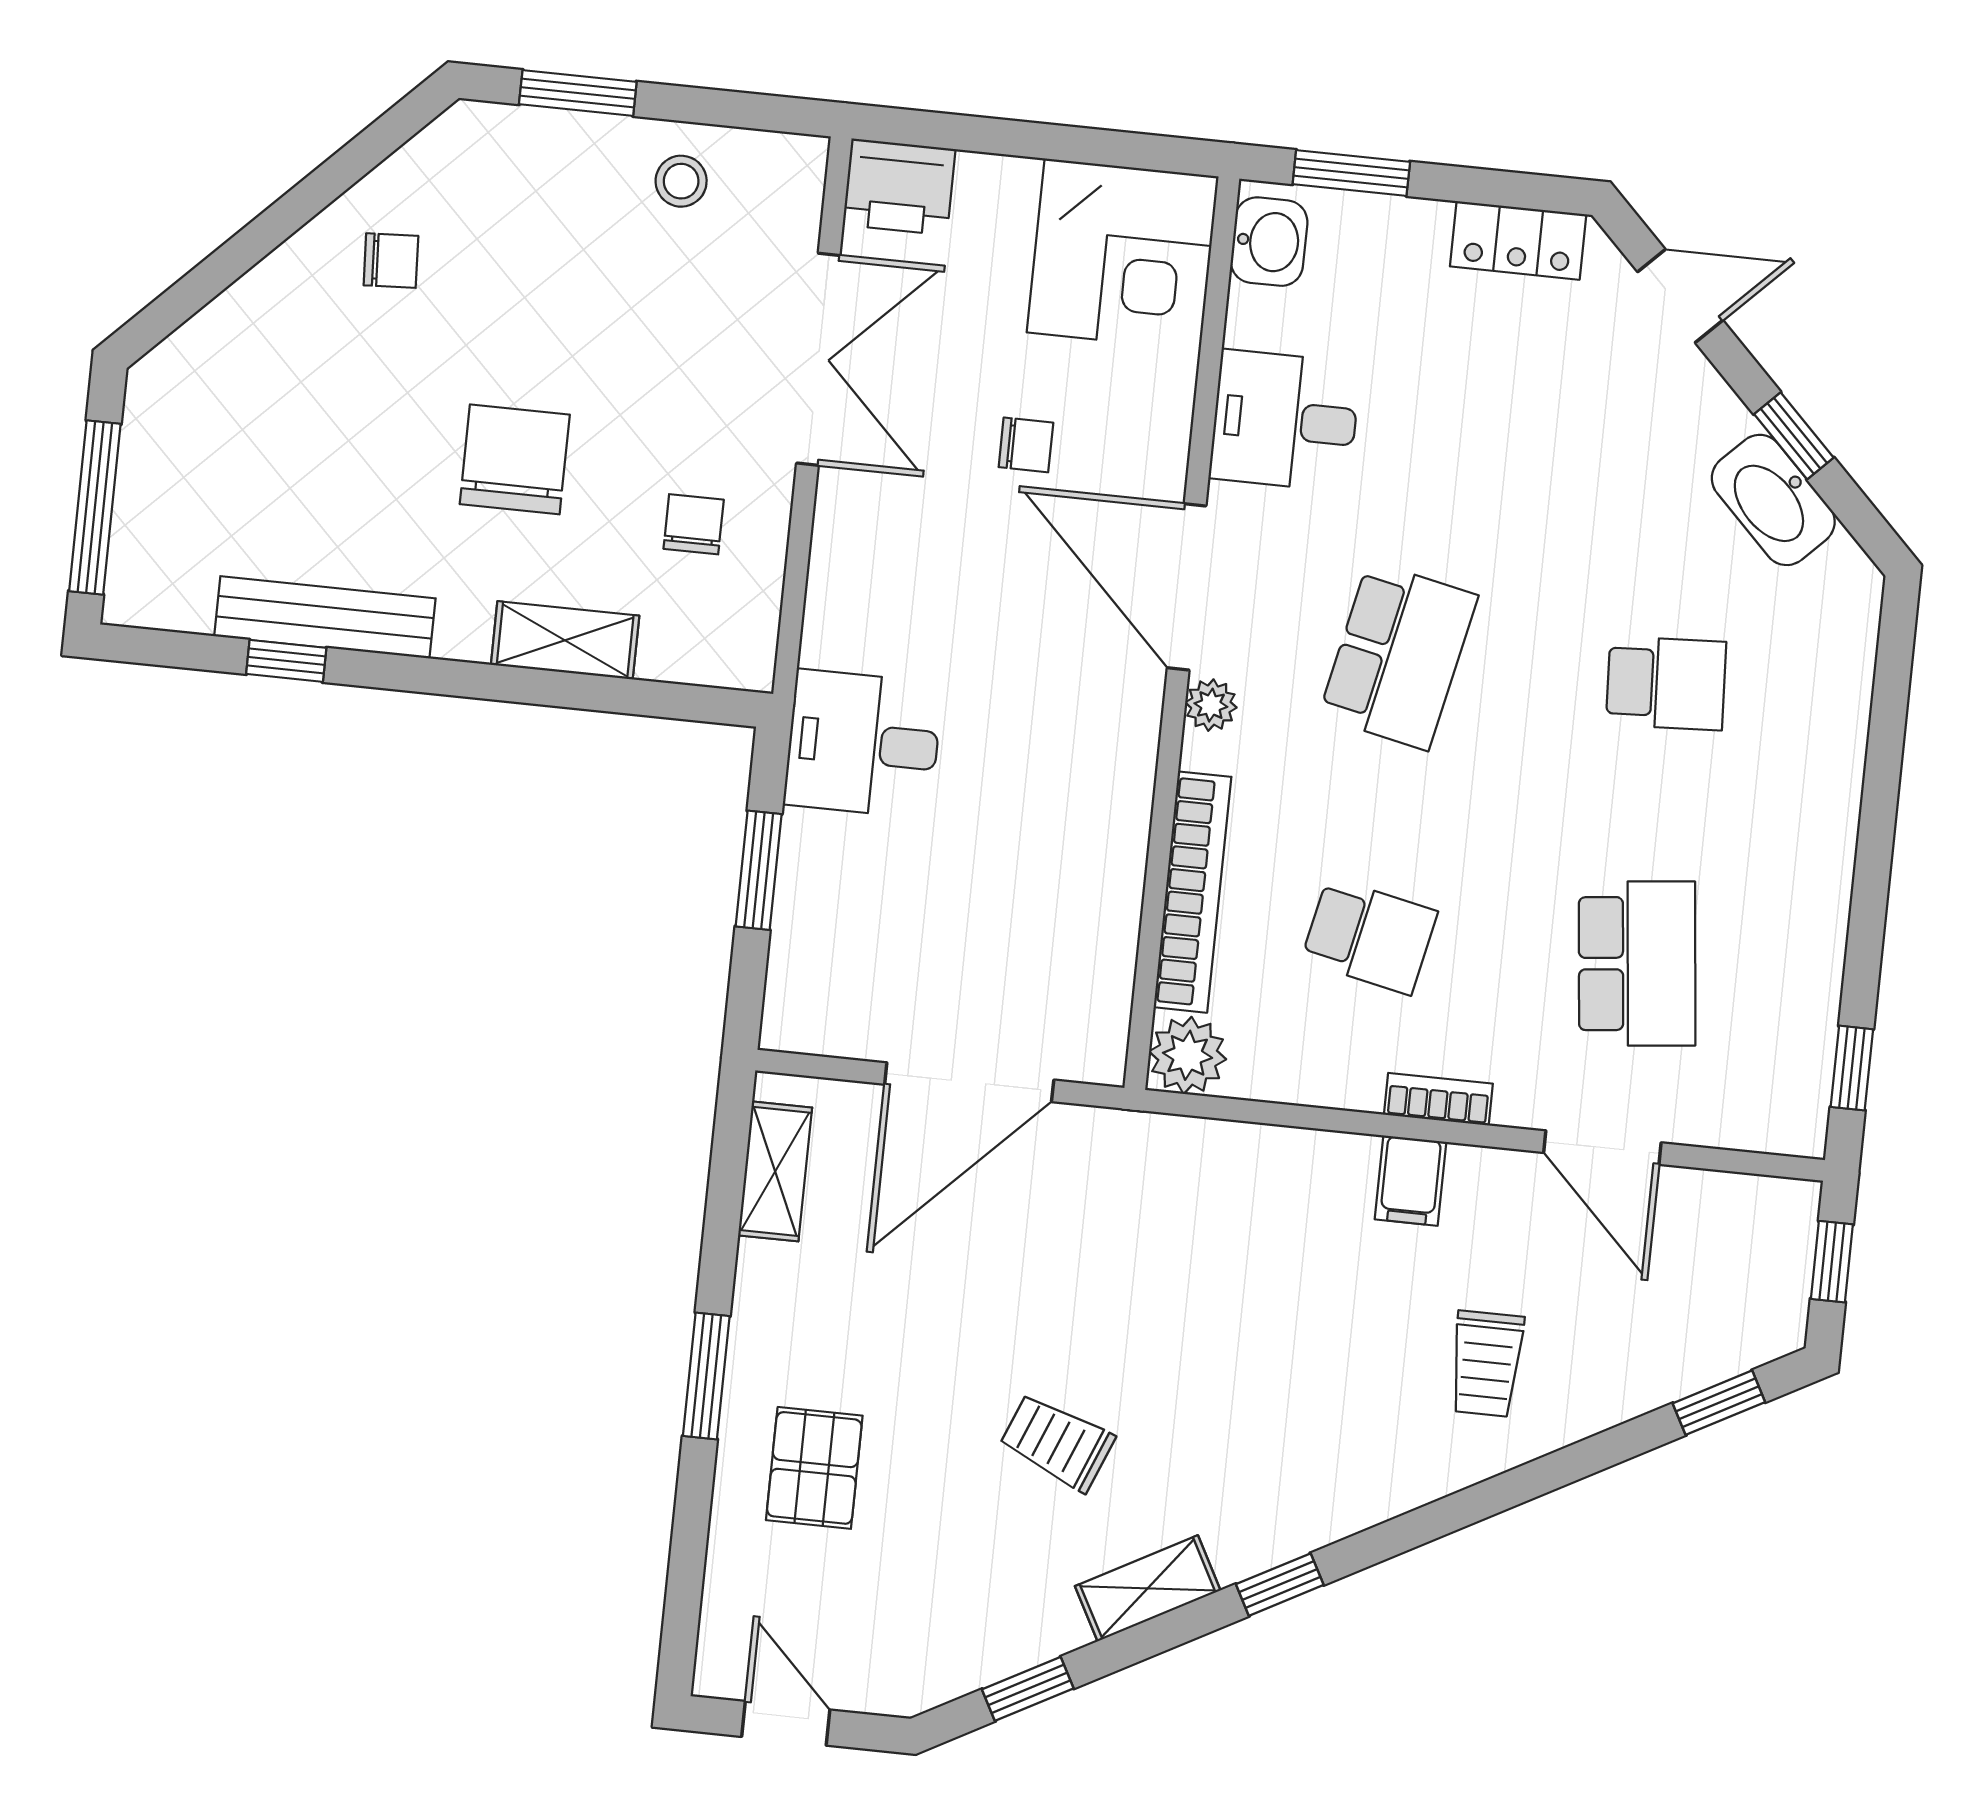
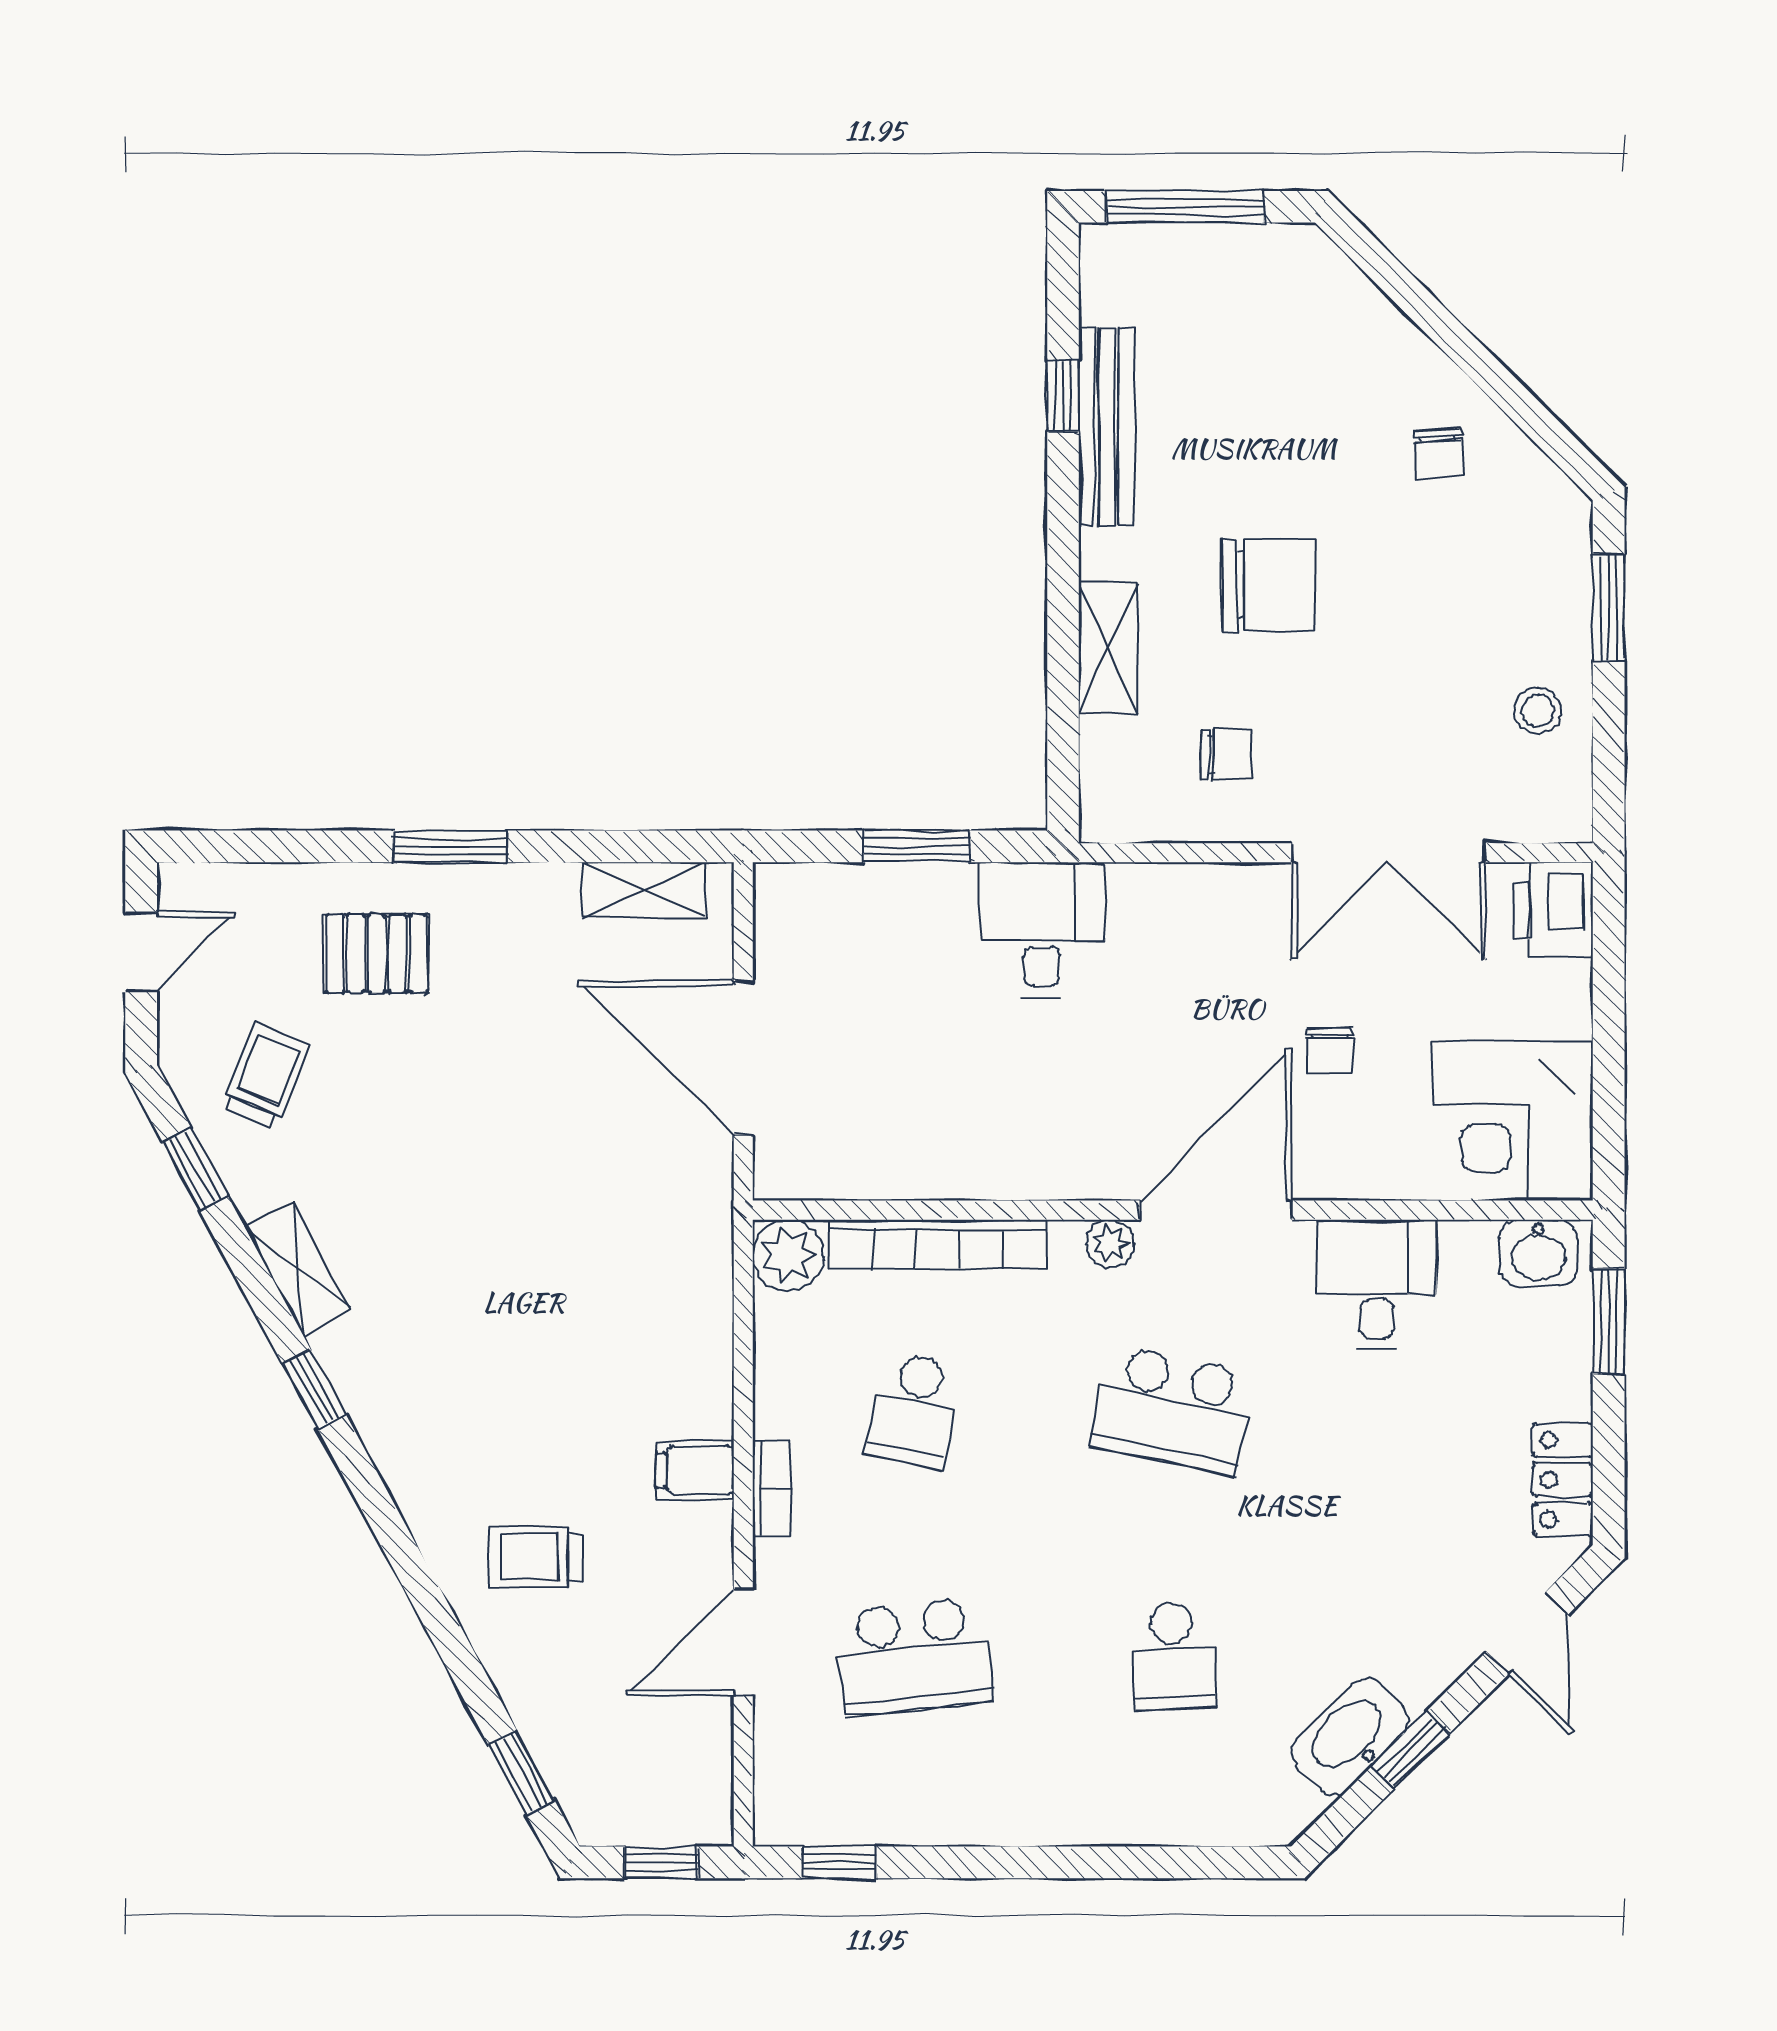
trolley: (1057, 1442) -> (266, 1075), moved

